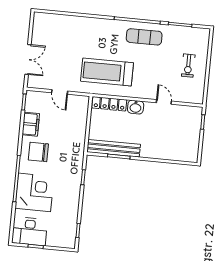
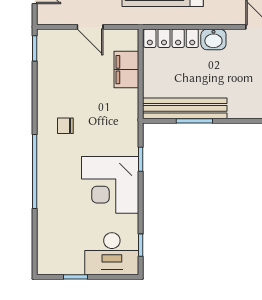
filing cabinet: (31, 124) -> (126, 70), moved, turned 180
chair: (38, 152) -> (65, 126), width x0.54, depth x0.54
corner desk: (34, 192) -> (110, 185), moved, turned 180
desk: (30, 231) -> (112, 254), moved

